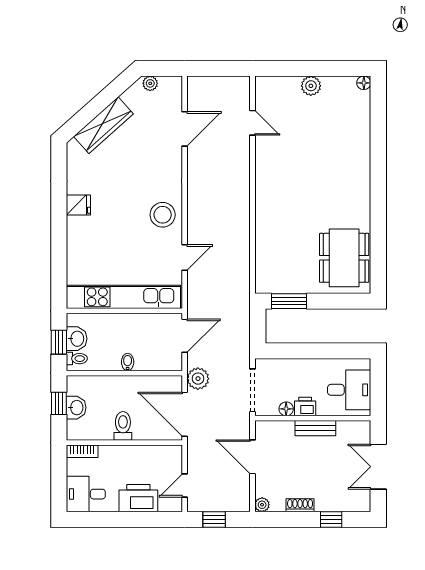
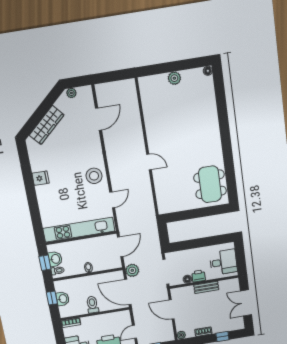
door: (252, 123) -> (149, 162), moved
window: (289, 301) -> (180, 216), removed

